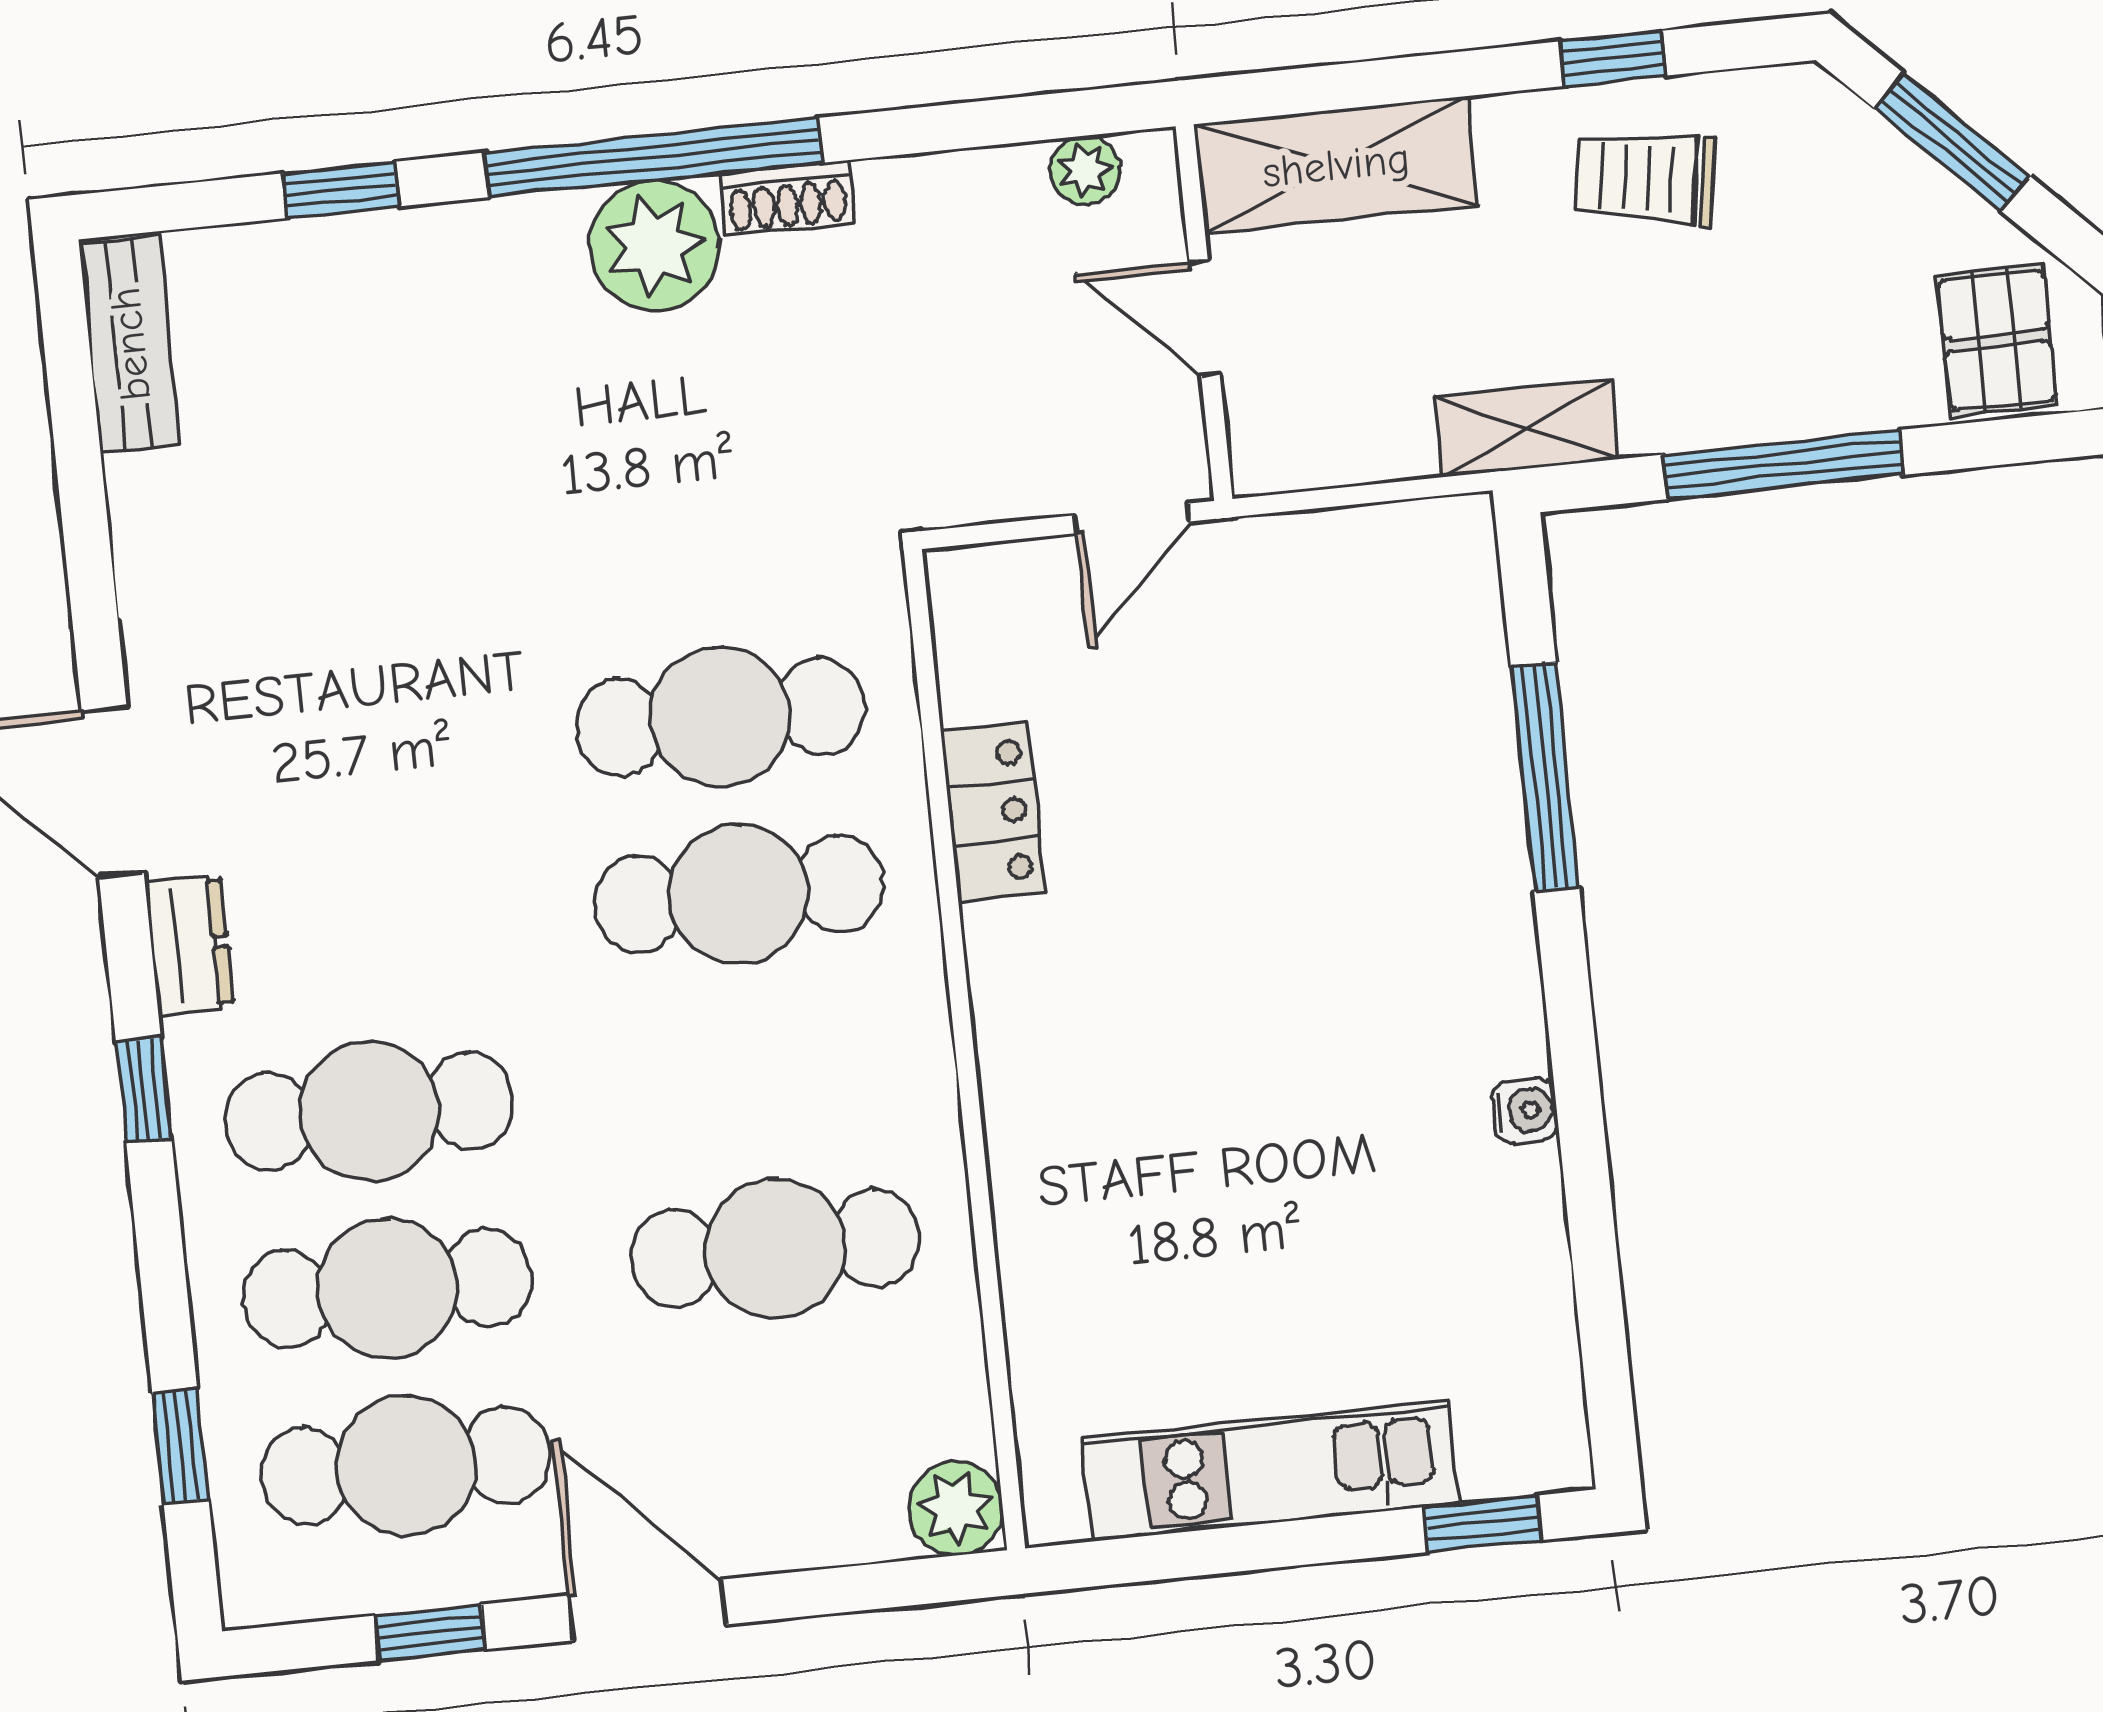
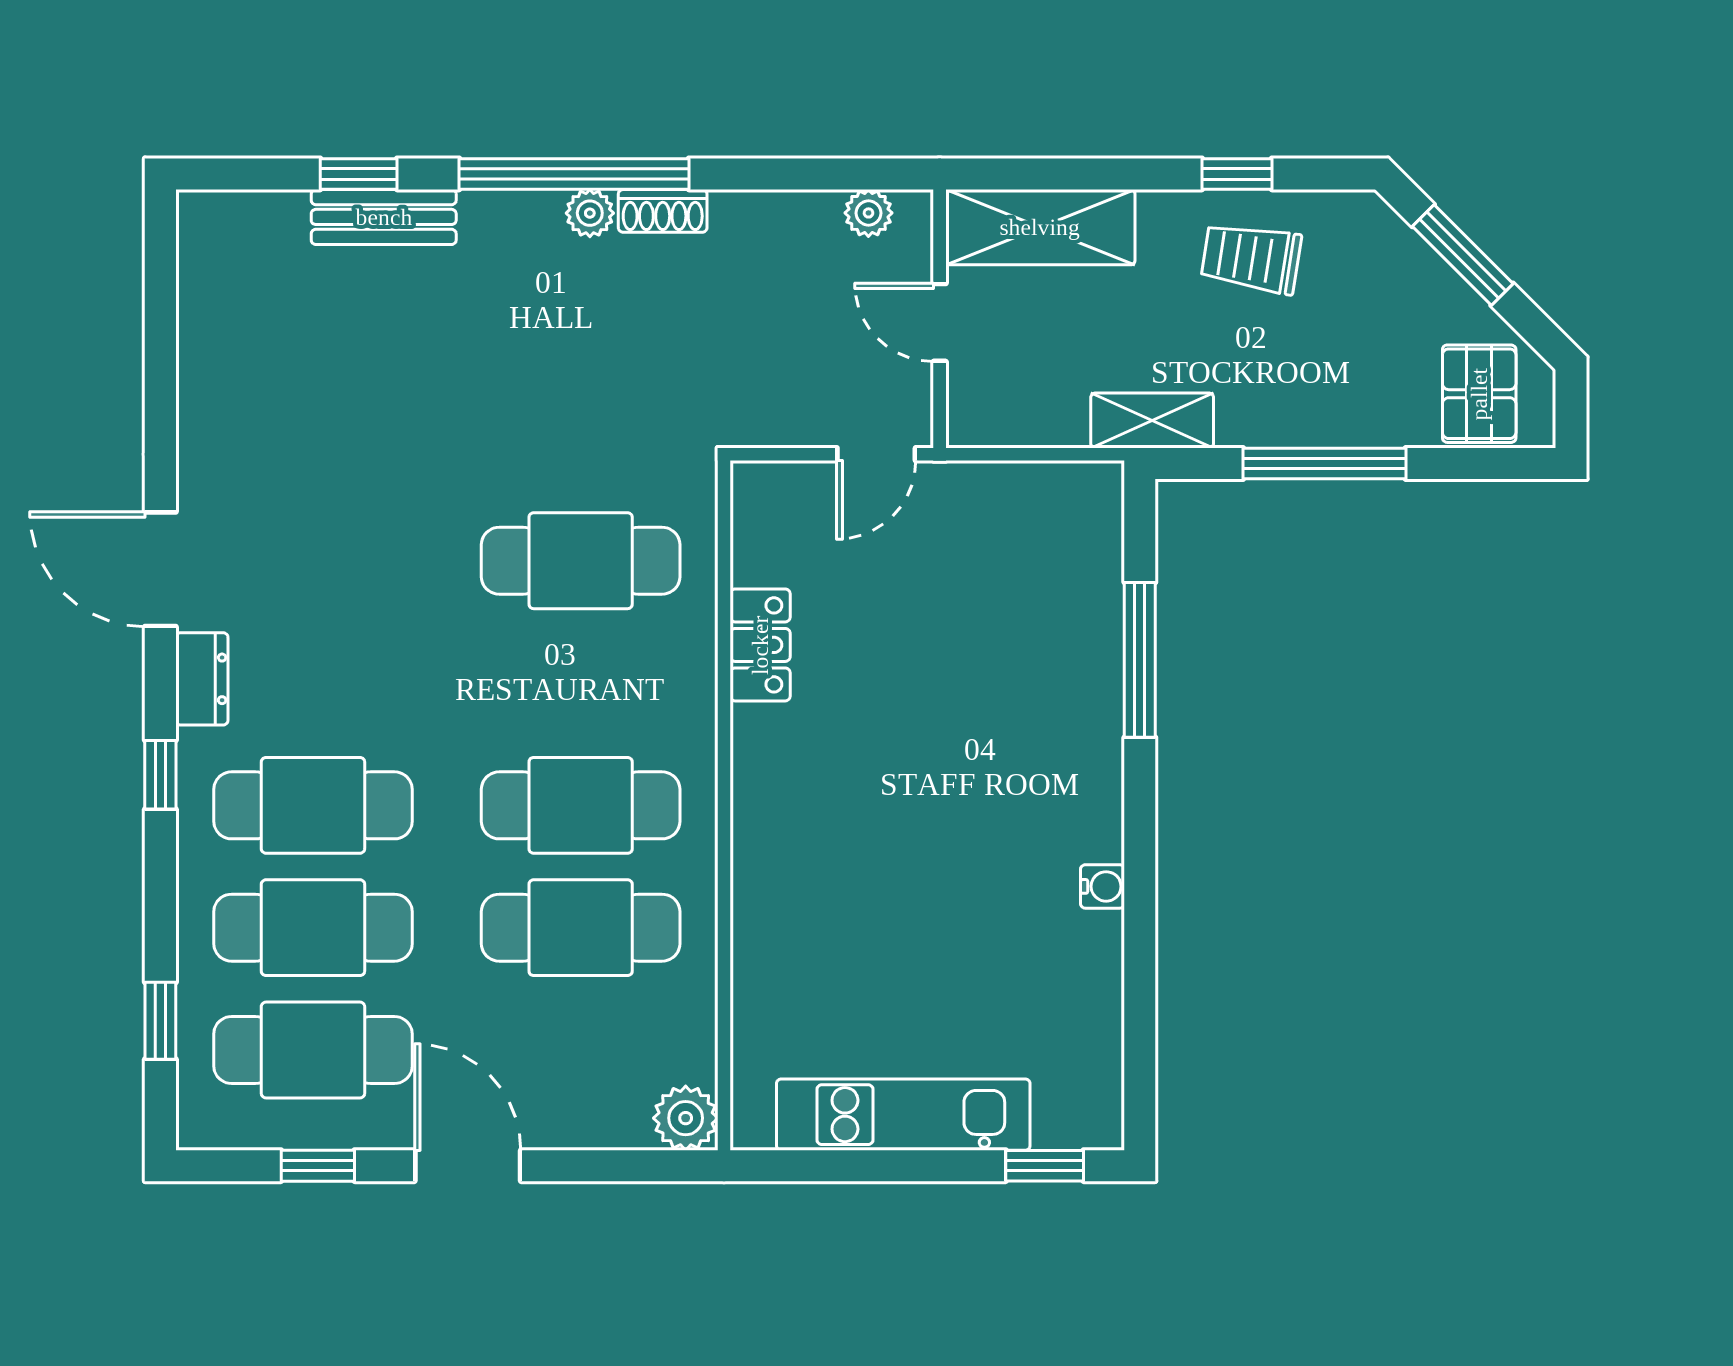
plant: (654, 245) -> (590, 213), width x0.53, depth x0.53
bench: (130, 344) -> (384, 217), moved, turned 90
cafe table: (739, 894) -> (581, 805), moved

